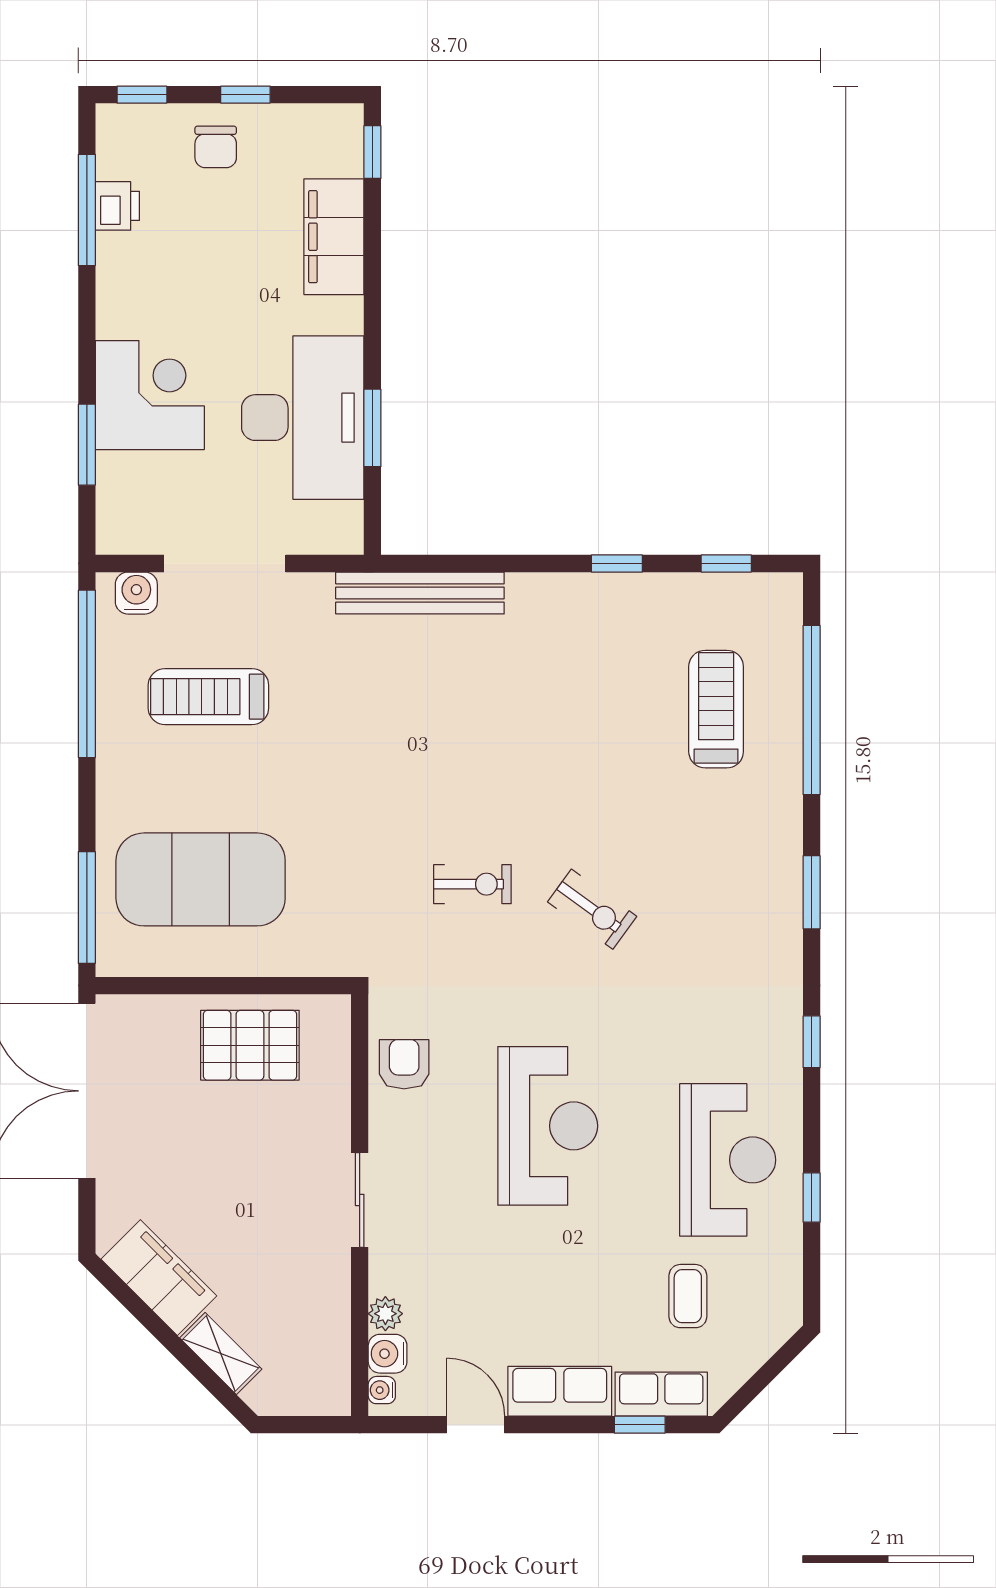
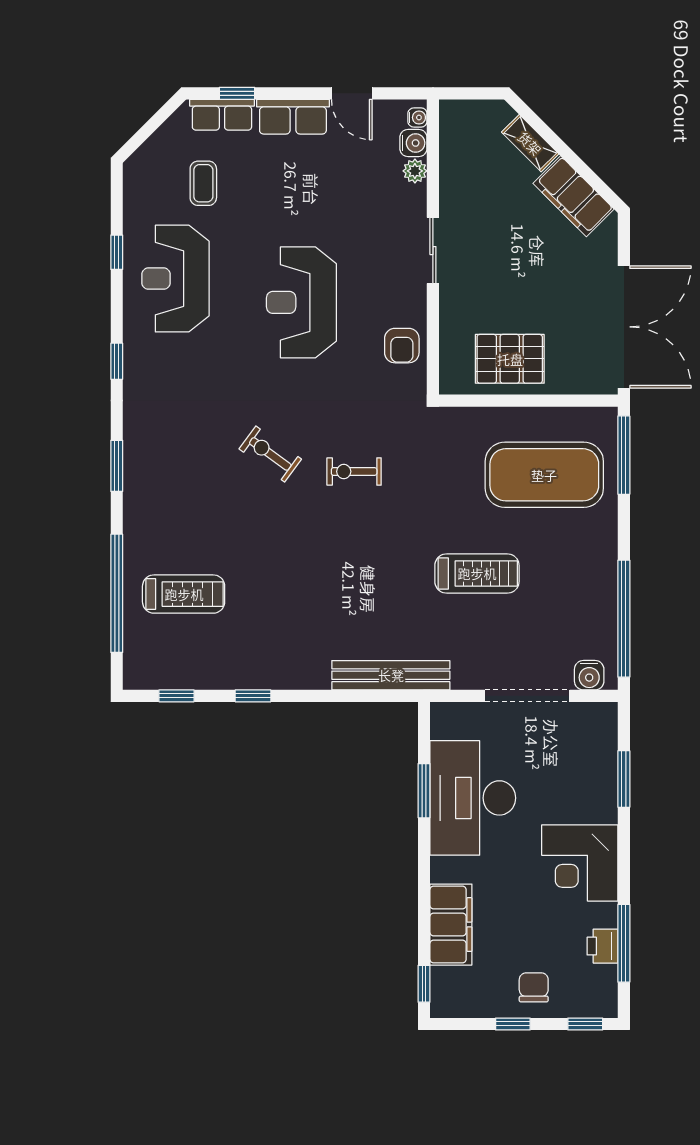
corner desk: (150, 395) -> (580, 863), moved
treadmill: (208, 697) -> (477, 573), moved
treadmill: (716, 709) -> (184, 594), turned -90

